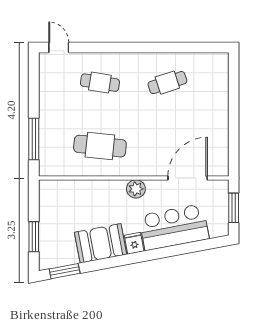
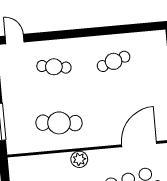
plant: (136, 189) -> (79, 159), moved

